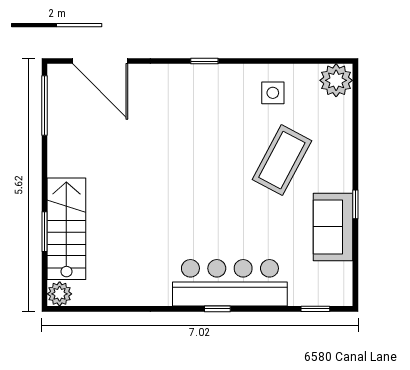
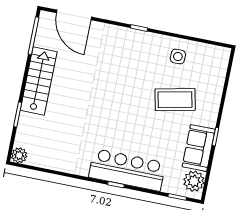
plant: (336, 80) -> (194, 181), moved
coffee table: (282, 160) -> (175, 100), turned 50
stairs: (66, 229) -> (39, 81), moved

